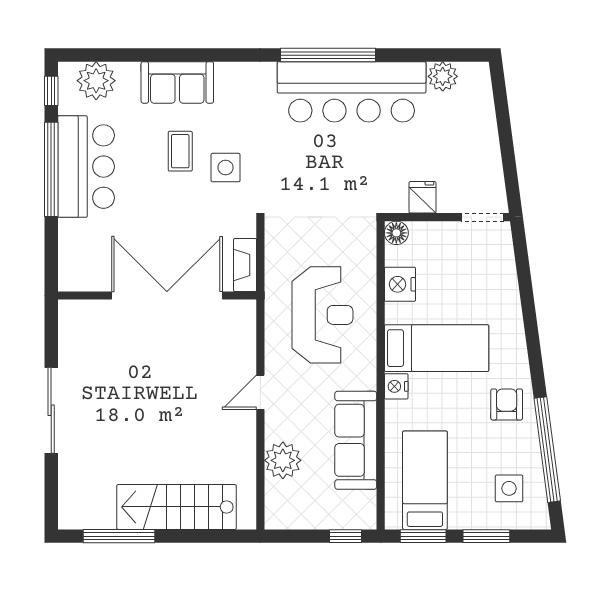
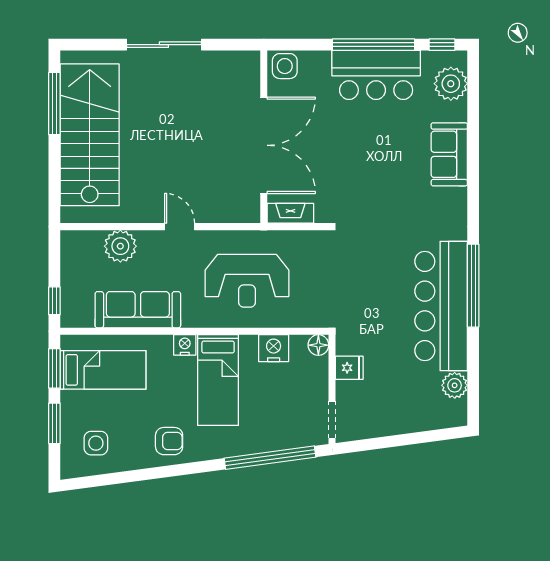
coffee table: (180, 151) -> (389, 157), removed
side table: (226, 168) -> (285, 66), moved
window: (547, 450) -> (270, 458), moved
stairs: (177, 507) -> (90, 135), width x1.36, depth x1.51

